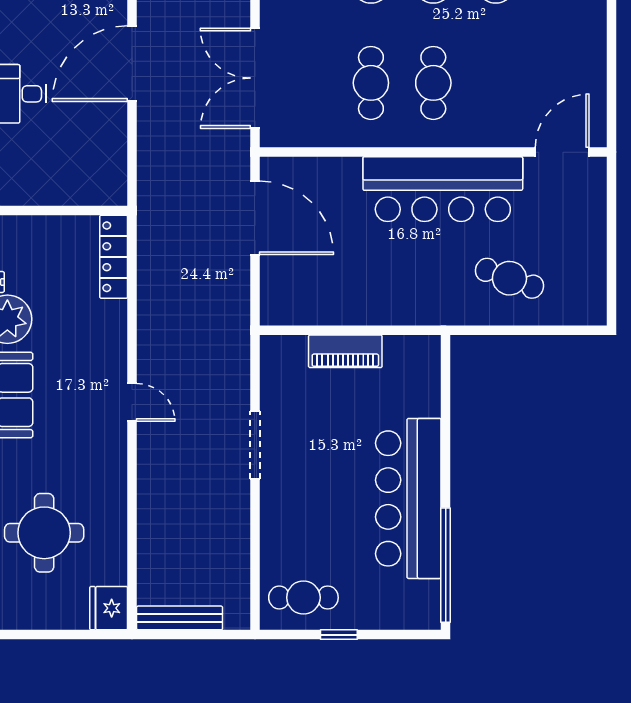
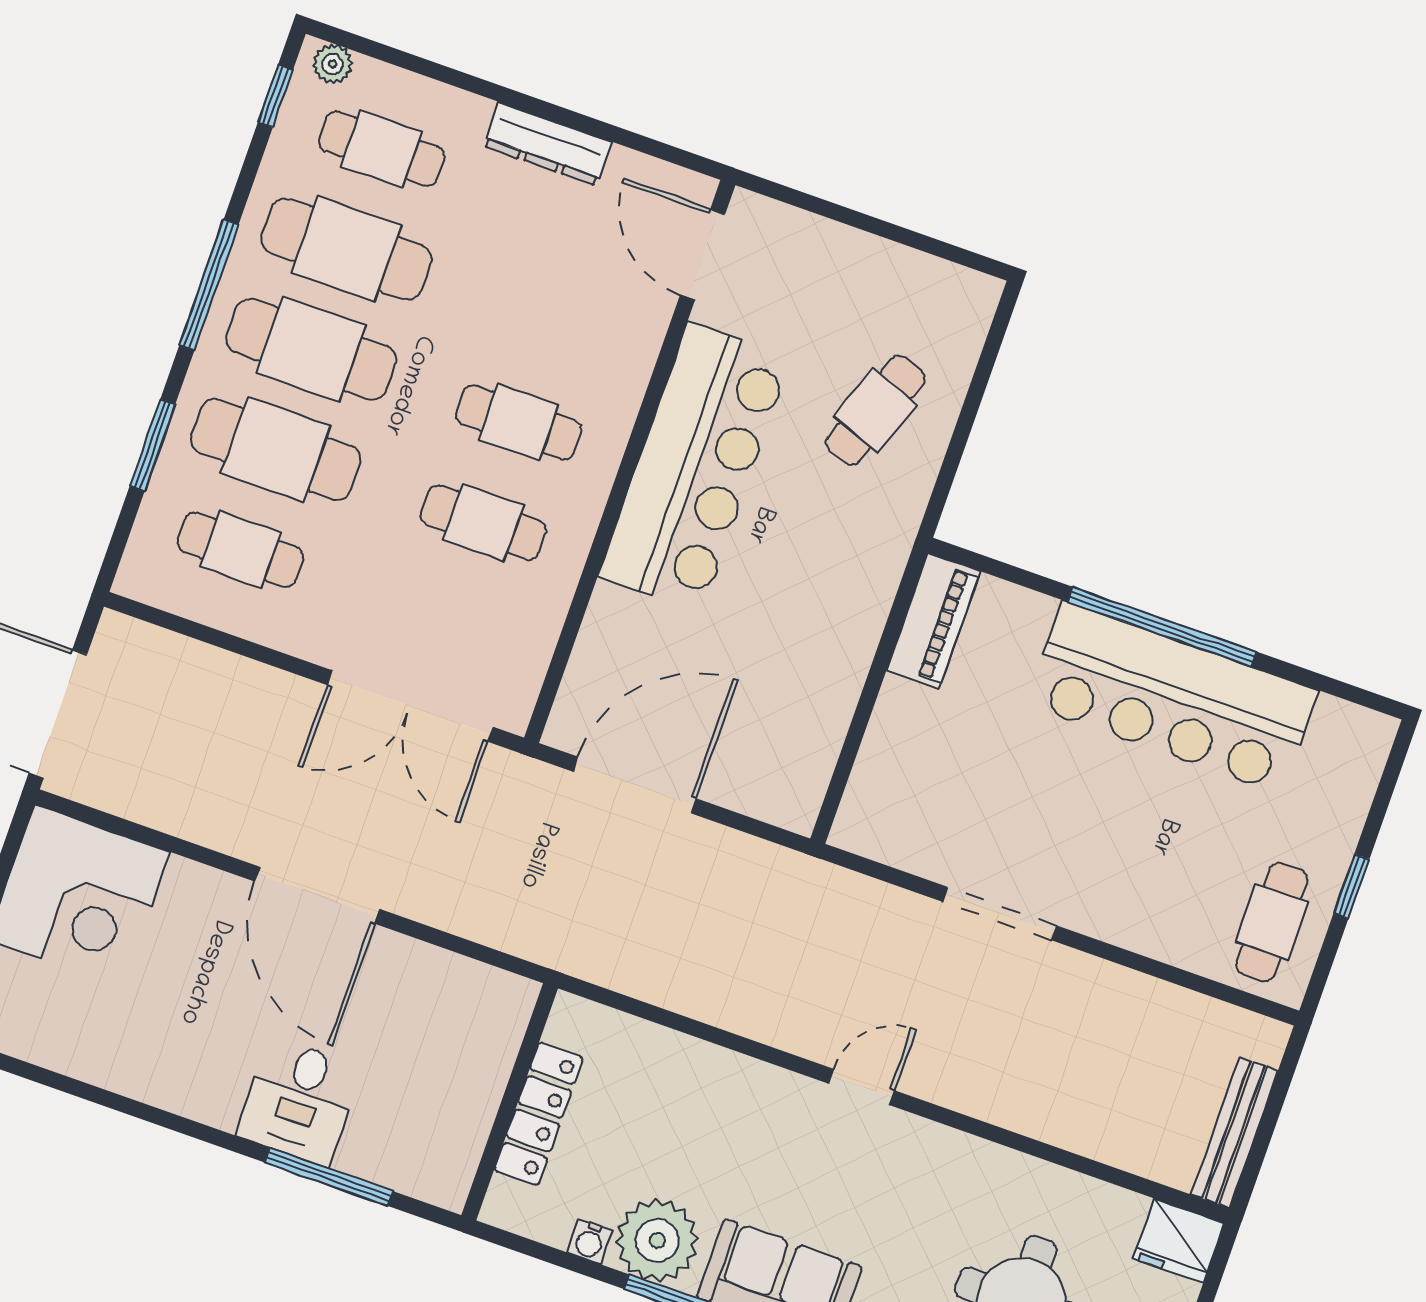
dresser: (593, 45) -> (548, 144), added
locker: (114, 257) -> (539, 1114), moved, turned -90
piano: (345, 351) -> (933, 621), moved
window: (446, 565) -> (1162, 627), moved

